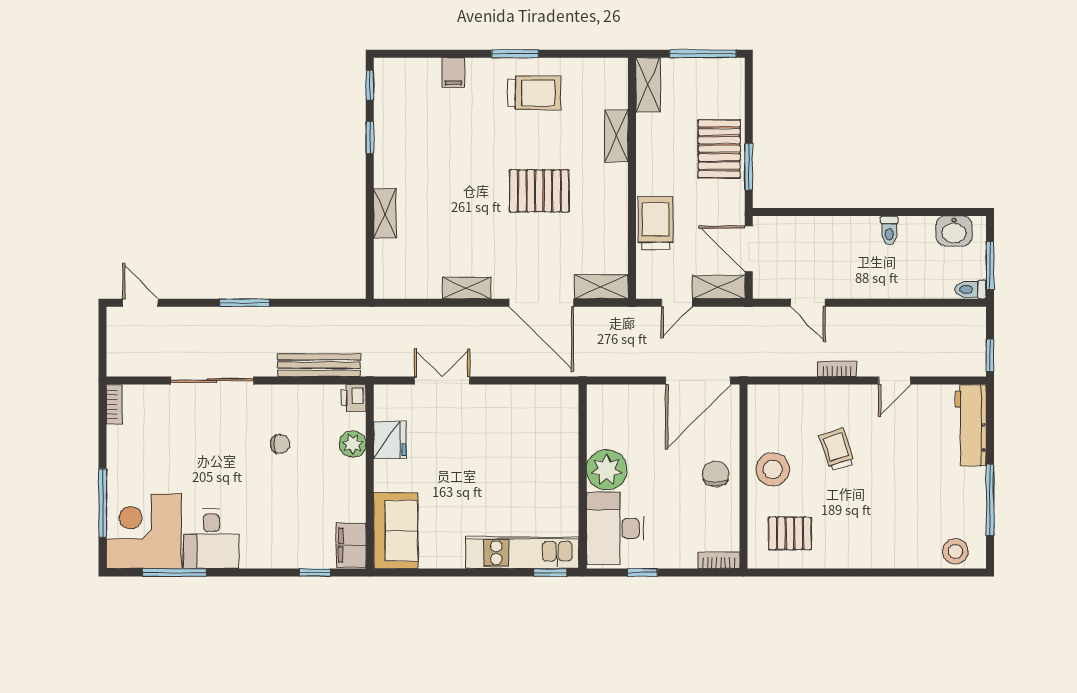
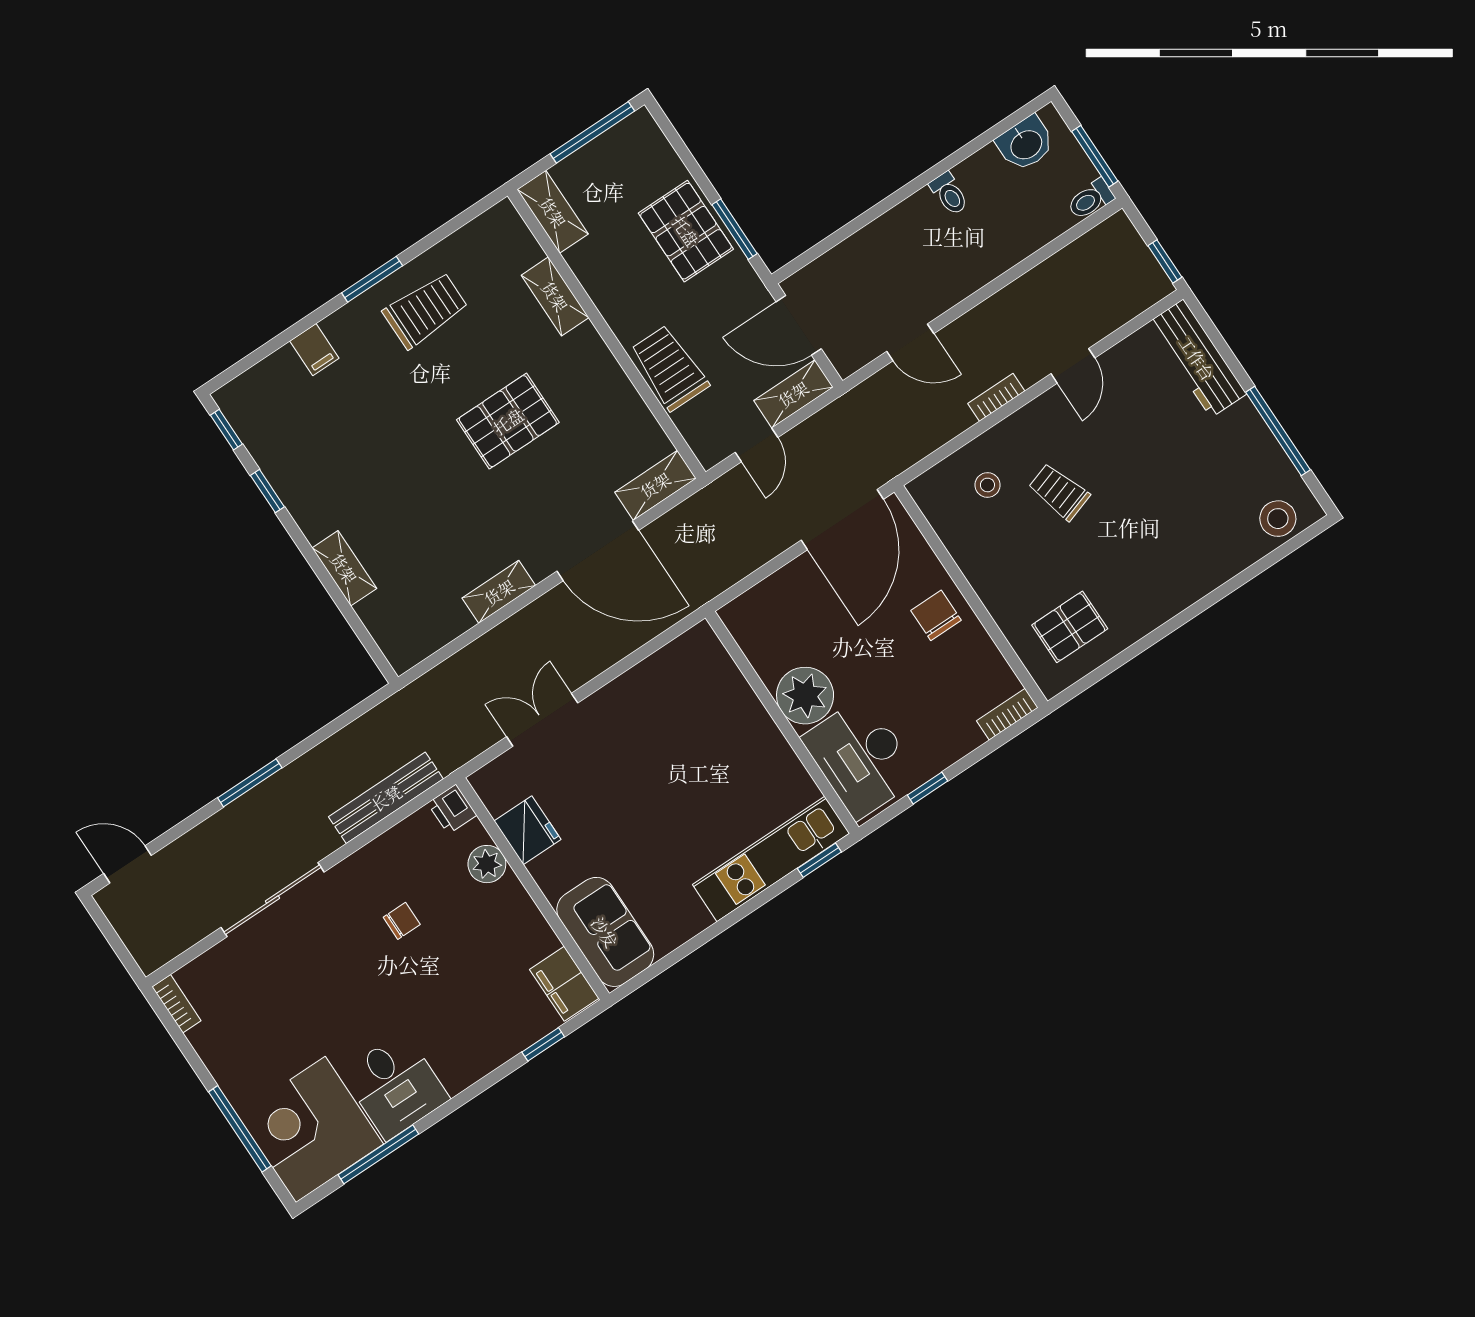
stool: (773, 469) -> (987, 485), moved, width x0.53, depth x0.53

